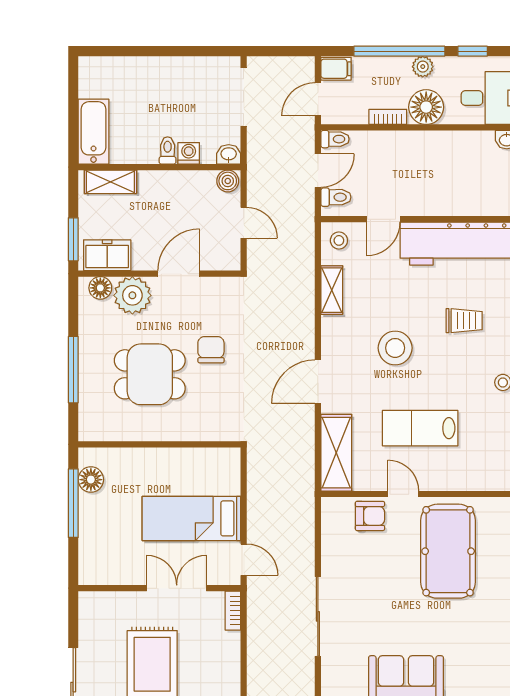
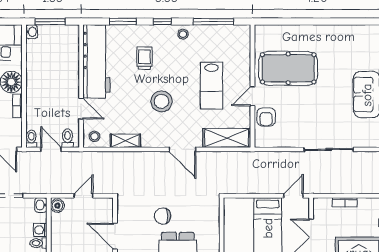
armchair: (370, 516) -> (266, 117), turned 180
bookcase: (233, 611) -> (345, 202), moved

